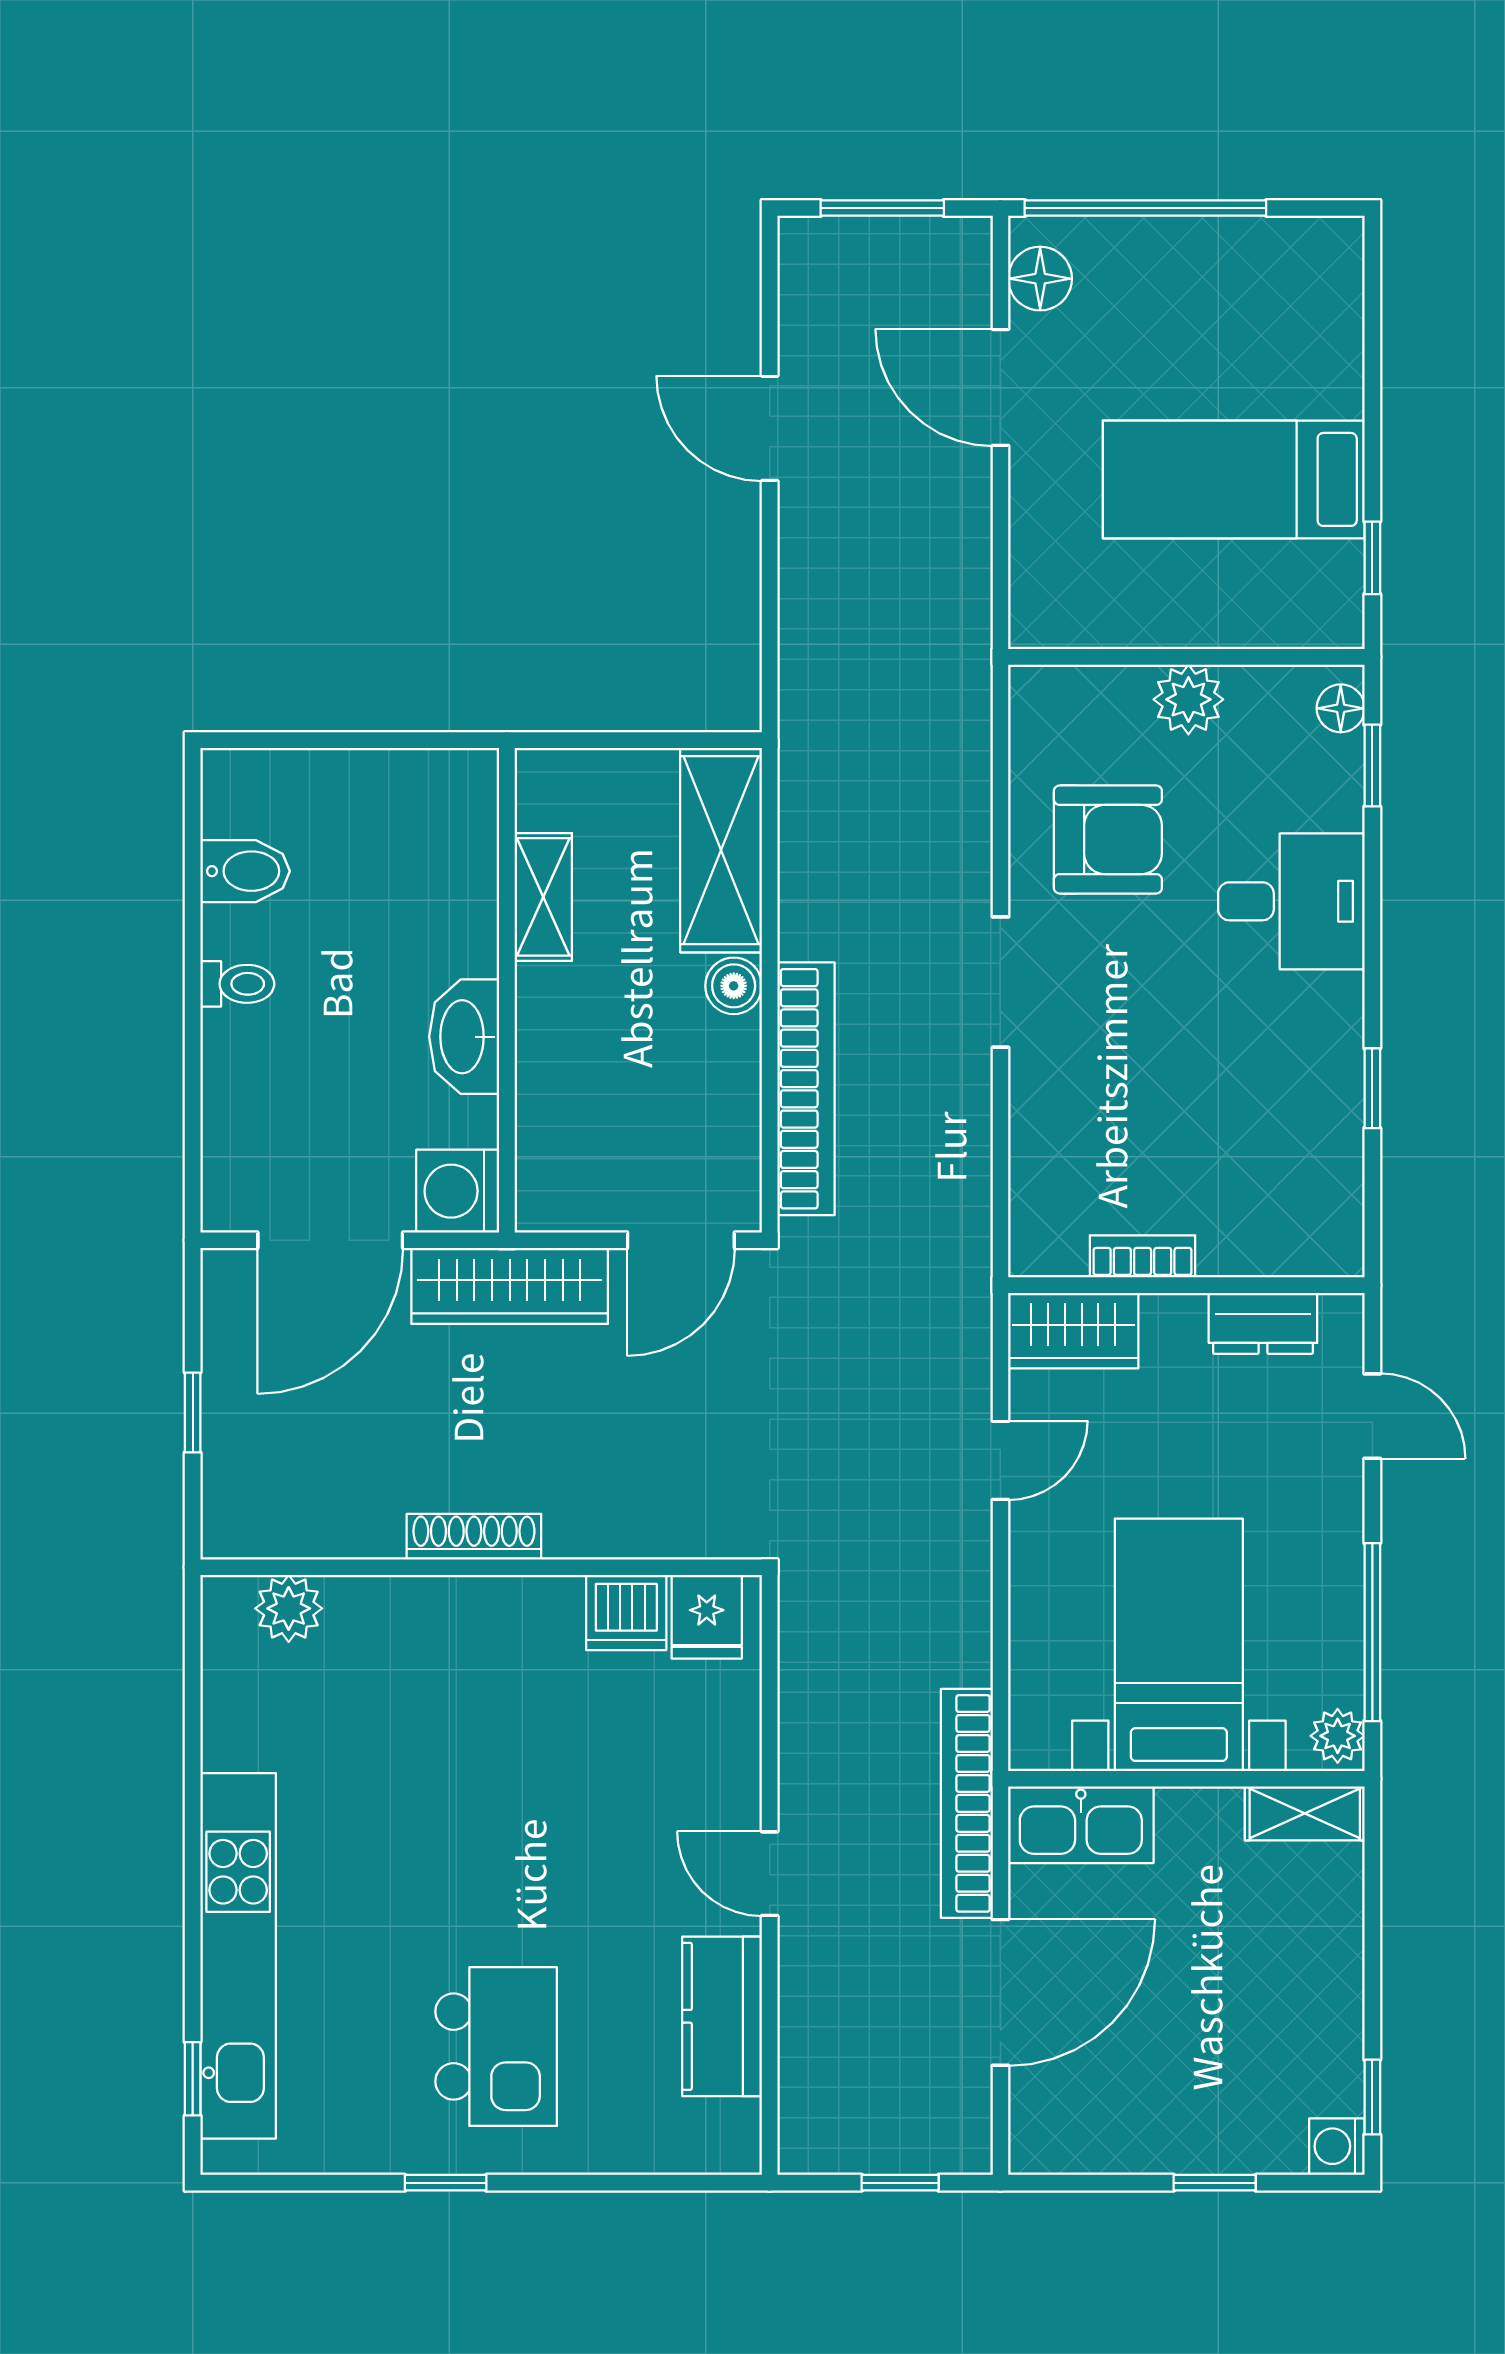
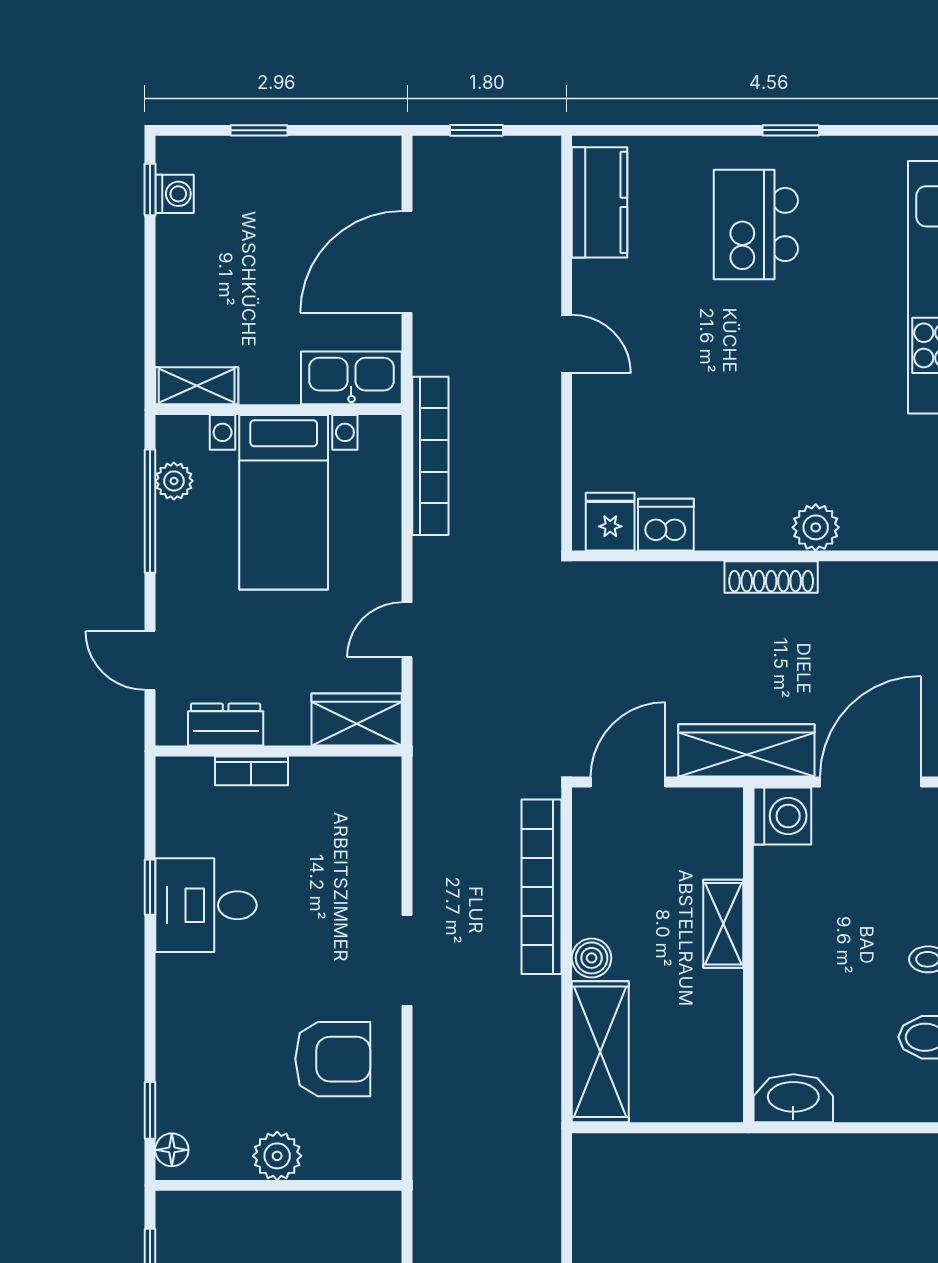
armchair: (1108, 839) -> (333, 1059), turned 180
shelving: (543, 897) -> (723, 924), moved
desk: (1291, 901) -> (206, 905), moved
washbasin: (464, 1037) -> (793, 1098), moved, turned -90
bookcase: (1143, 1256) -> (251, 771), moved
plant: (289, 1608) -> (816, 527), moved
plant: (1338, 1736) -> (174, 481), moved
bookcase: (967, 1803) -> (430, 456), moved
kitchen counter: (722, 2016) -> (600, 202), moved
washing machine: (1337, 2146) -> (174, 194), moved

